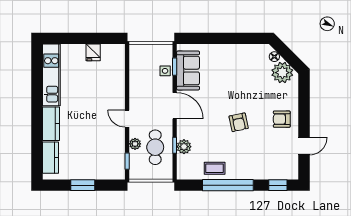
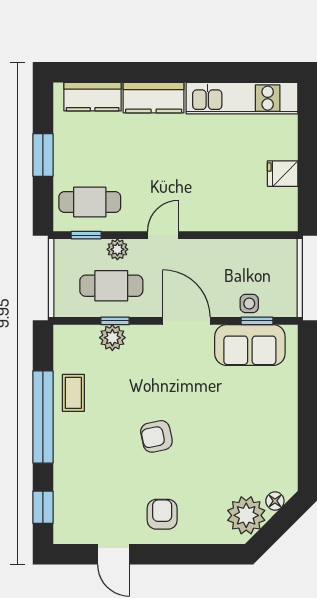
door: (175, 106) -> (186, 321), swing flipped
cafe table: (109, 159) -> (90, 202), added

